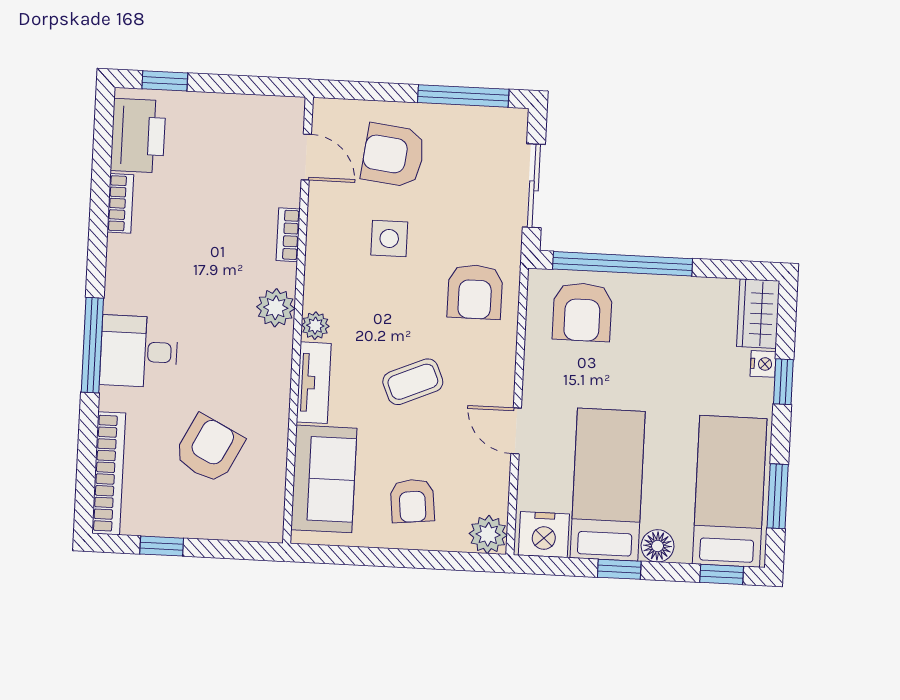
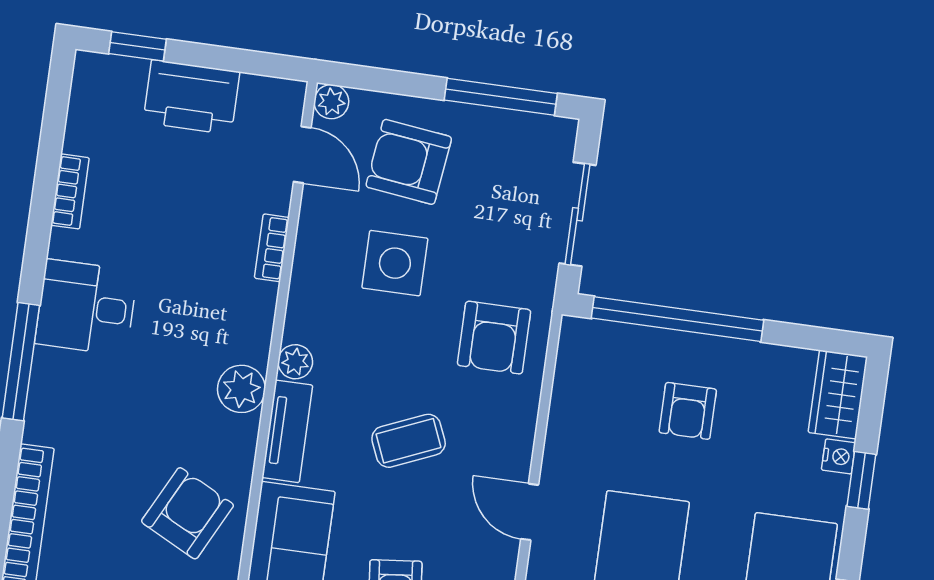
plant: (326, 112) -> (331, 102), added
printer: (138, 136) -> (191, 97), moved, turned 90
side table: (389, 238) -> (395, 263), width x1.37, depth x1.37
plant: (276, 308) -> (241, 389), moved
armchair: (582, 312) -> (688, 411), moved, width x0.72, depth x0.72
desk: (139, 351) -> (86, 307), moved
armchair: (209, 449) -> (187, 513), moved

